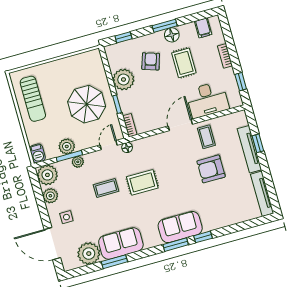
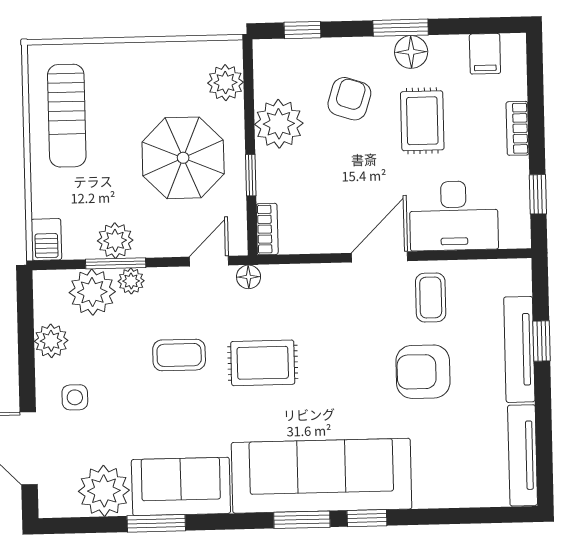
plant: (96, 68) -> (225, 83), added
plant: (47, 175) -> (92, 292), moved
sofa: (180, 227) -> (322, 476), width x1.85, depth x1.27

